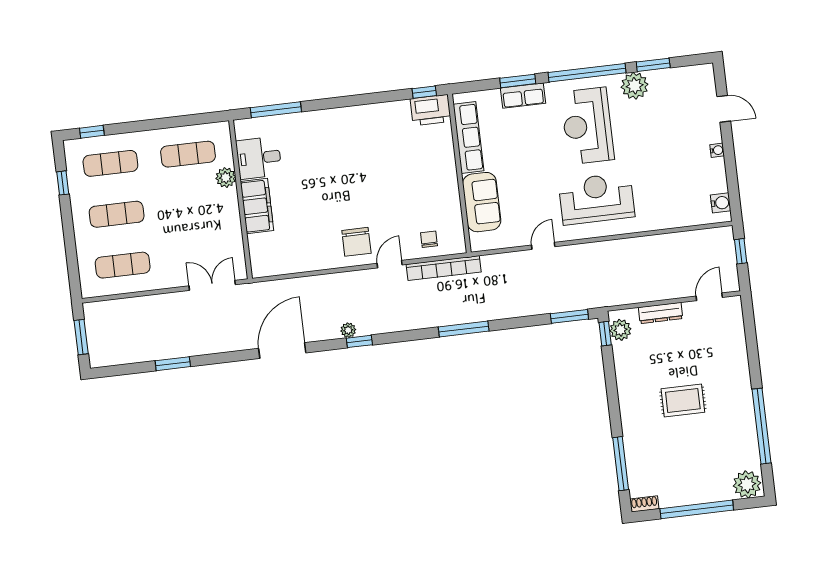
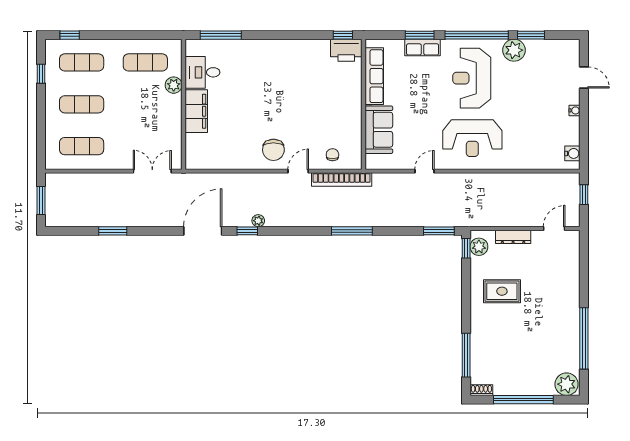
reception desk: (597, 199) -> (472, 138), turned 180
window: (359, 341) -> (247, 231), moved
rug: (683, 400) -> (502, 291), moved

